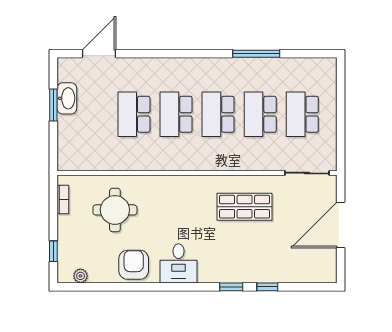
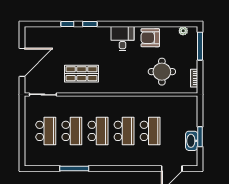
window: (53, 251) -> (200, 46), width x2.17
armchair: (134, 265) -> (150, 38), turned 90

